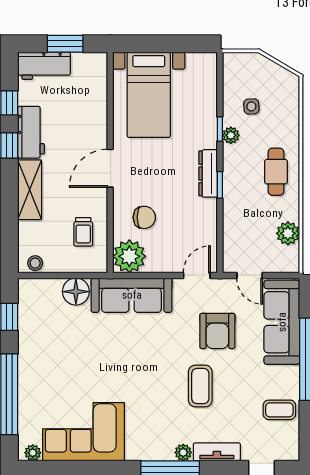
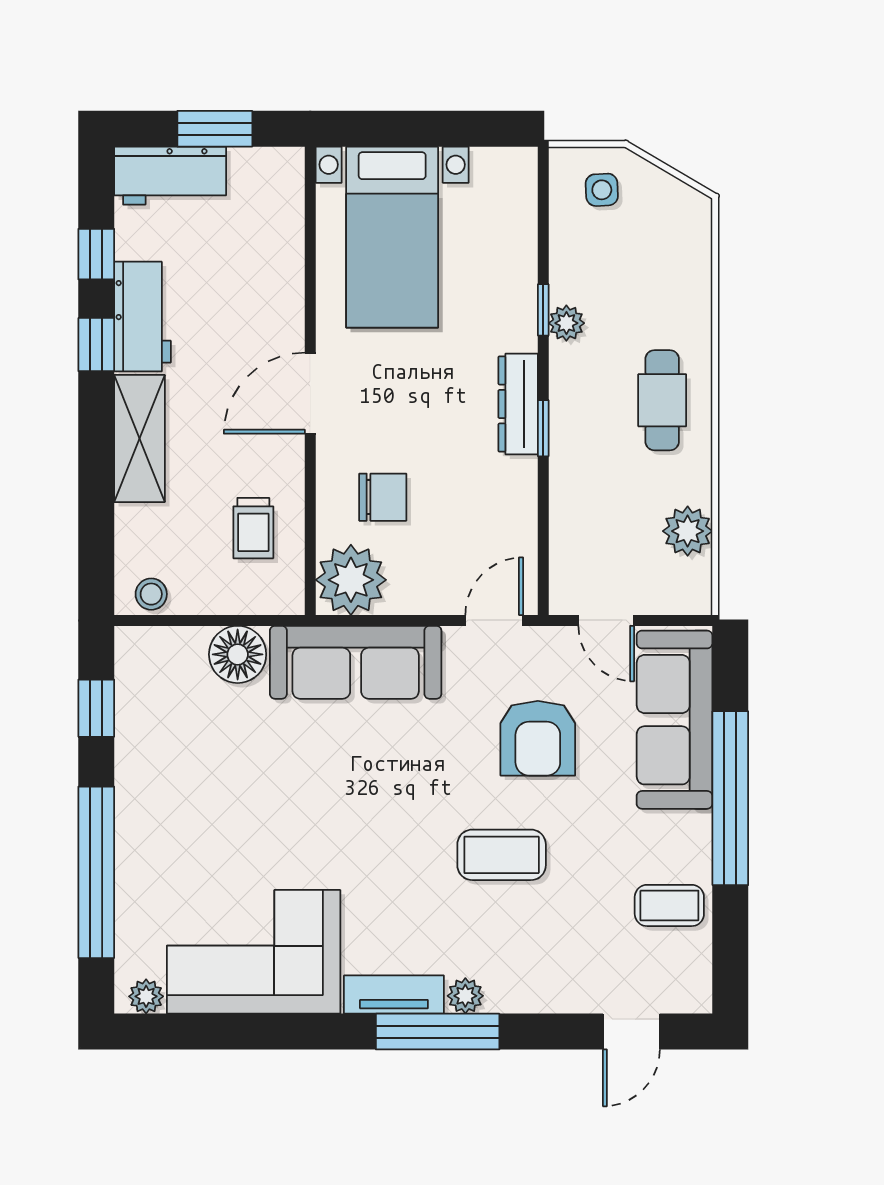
side table: (251, 106) -> (602, 190), moved
coffee table: (200, 386) -> (502, 855), turned 90
tv unit: (217, 452) -> (394, 995), moved

